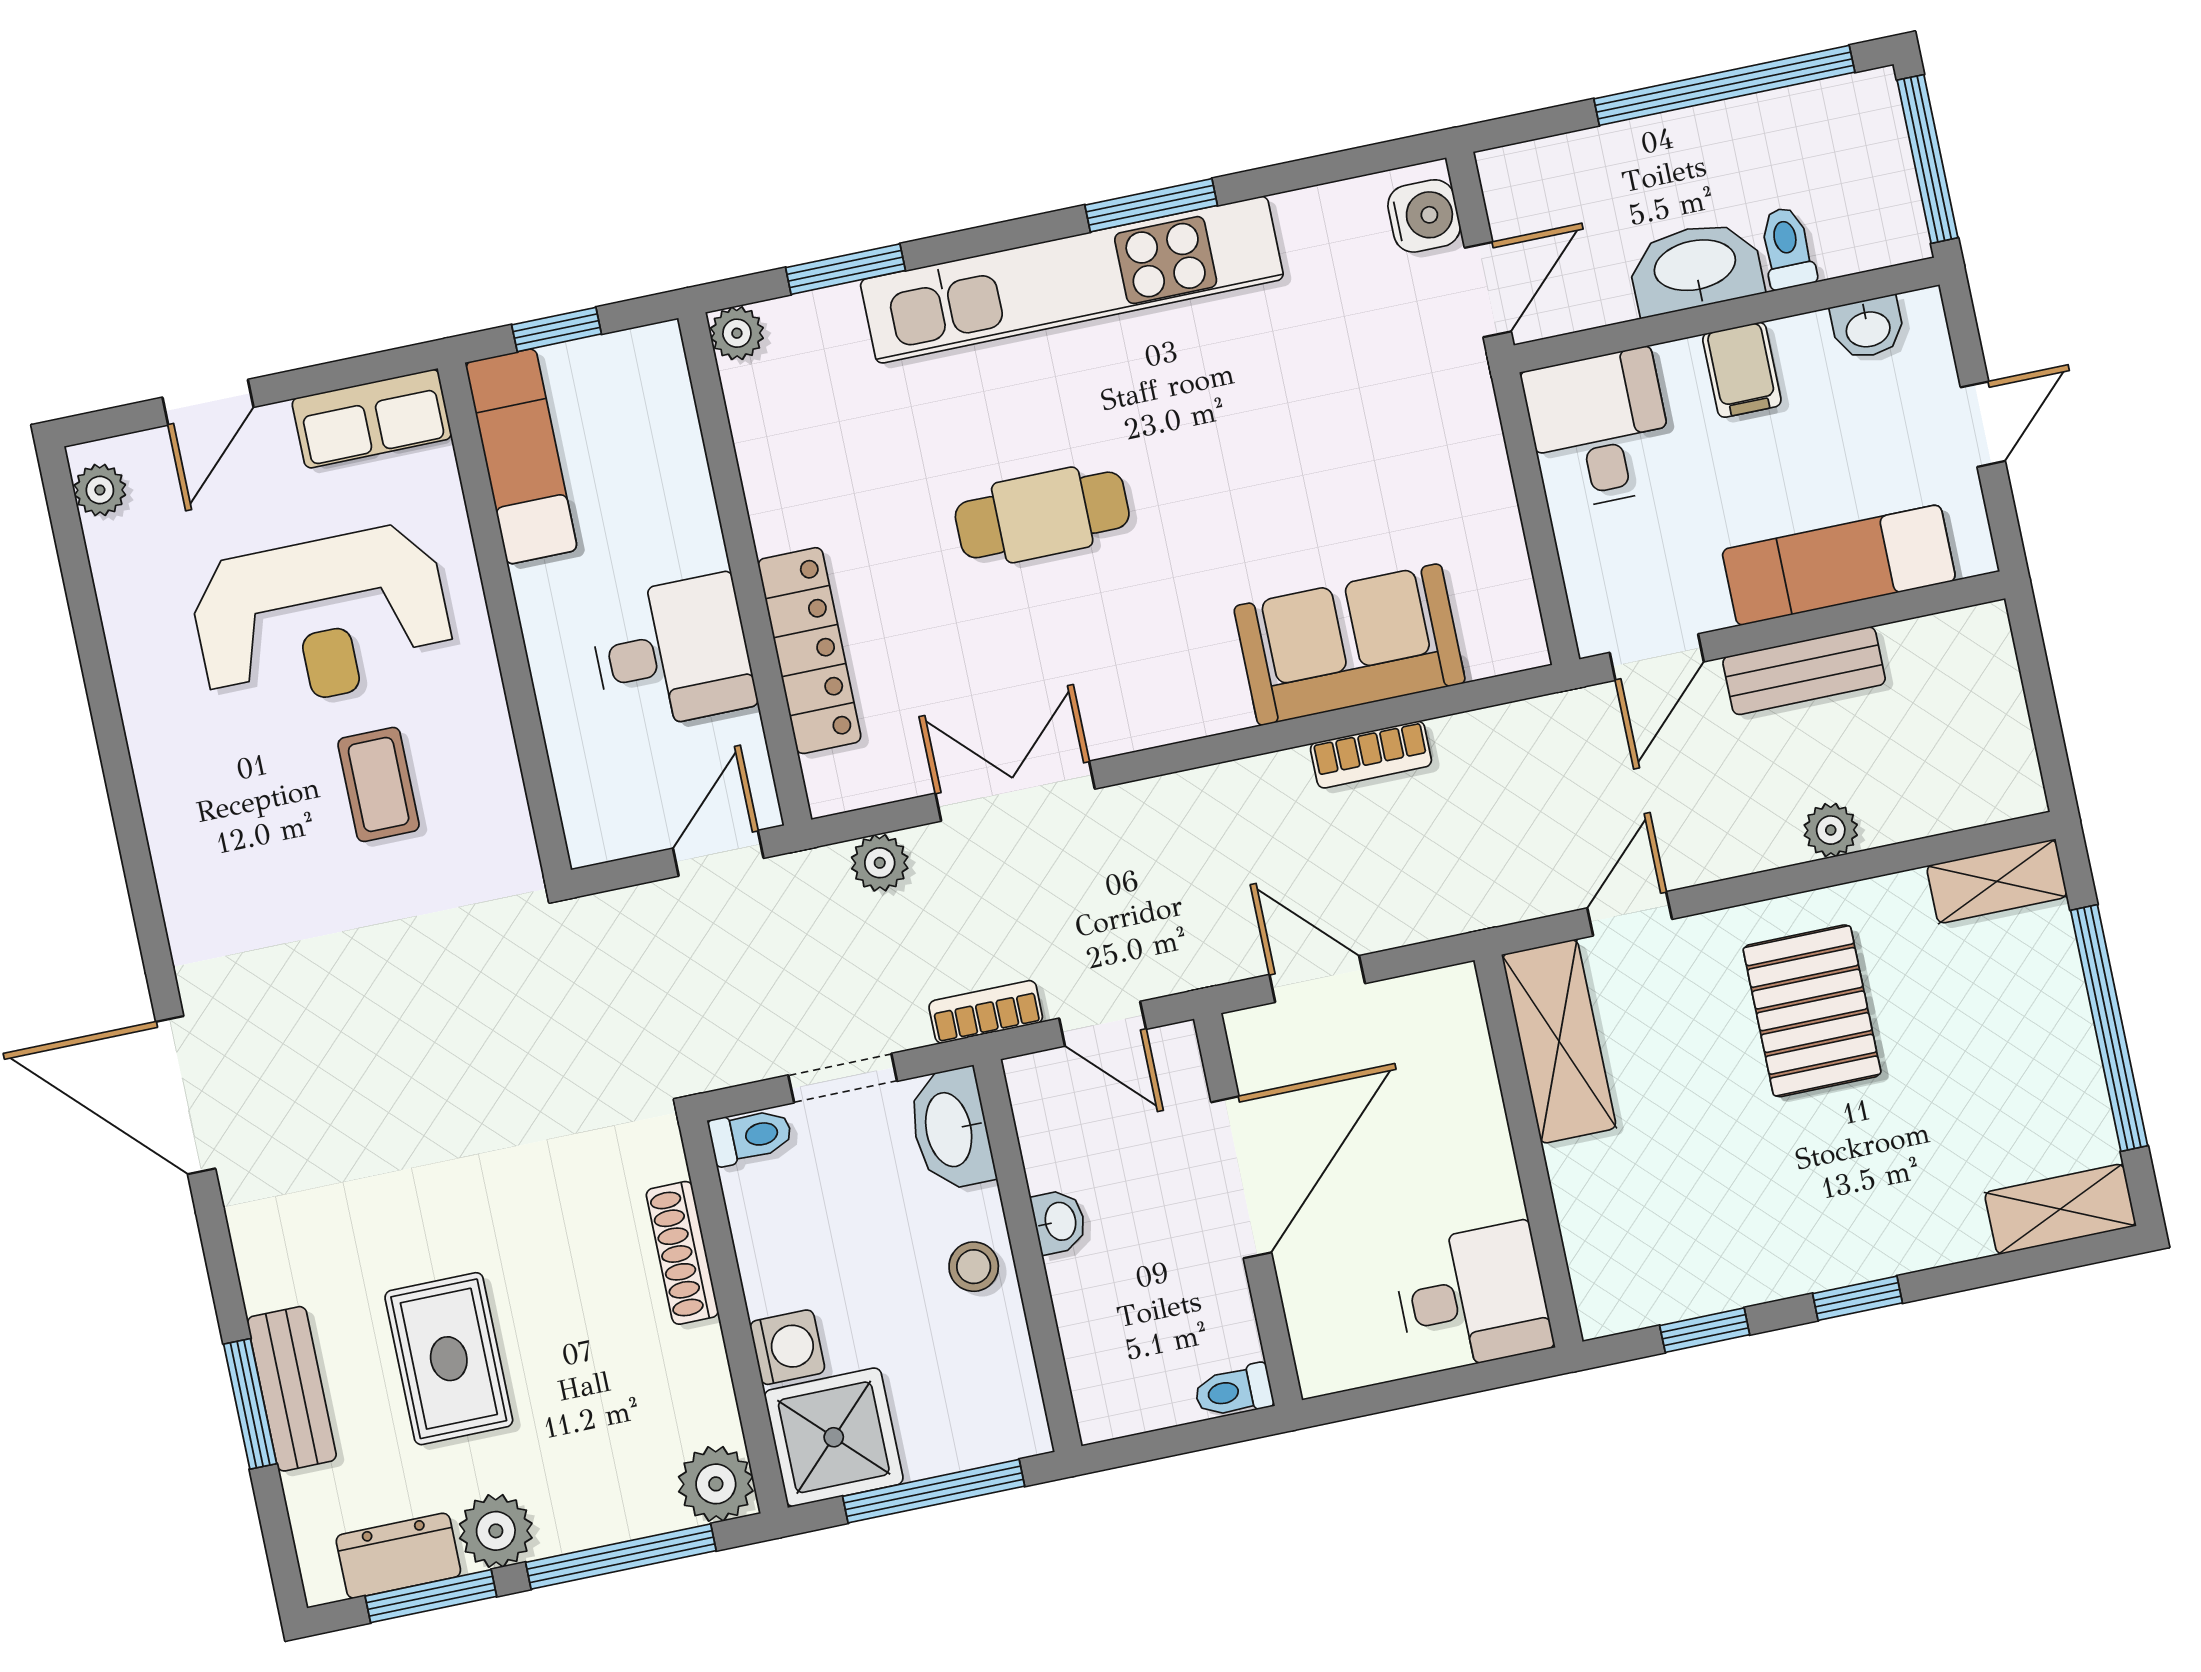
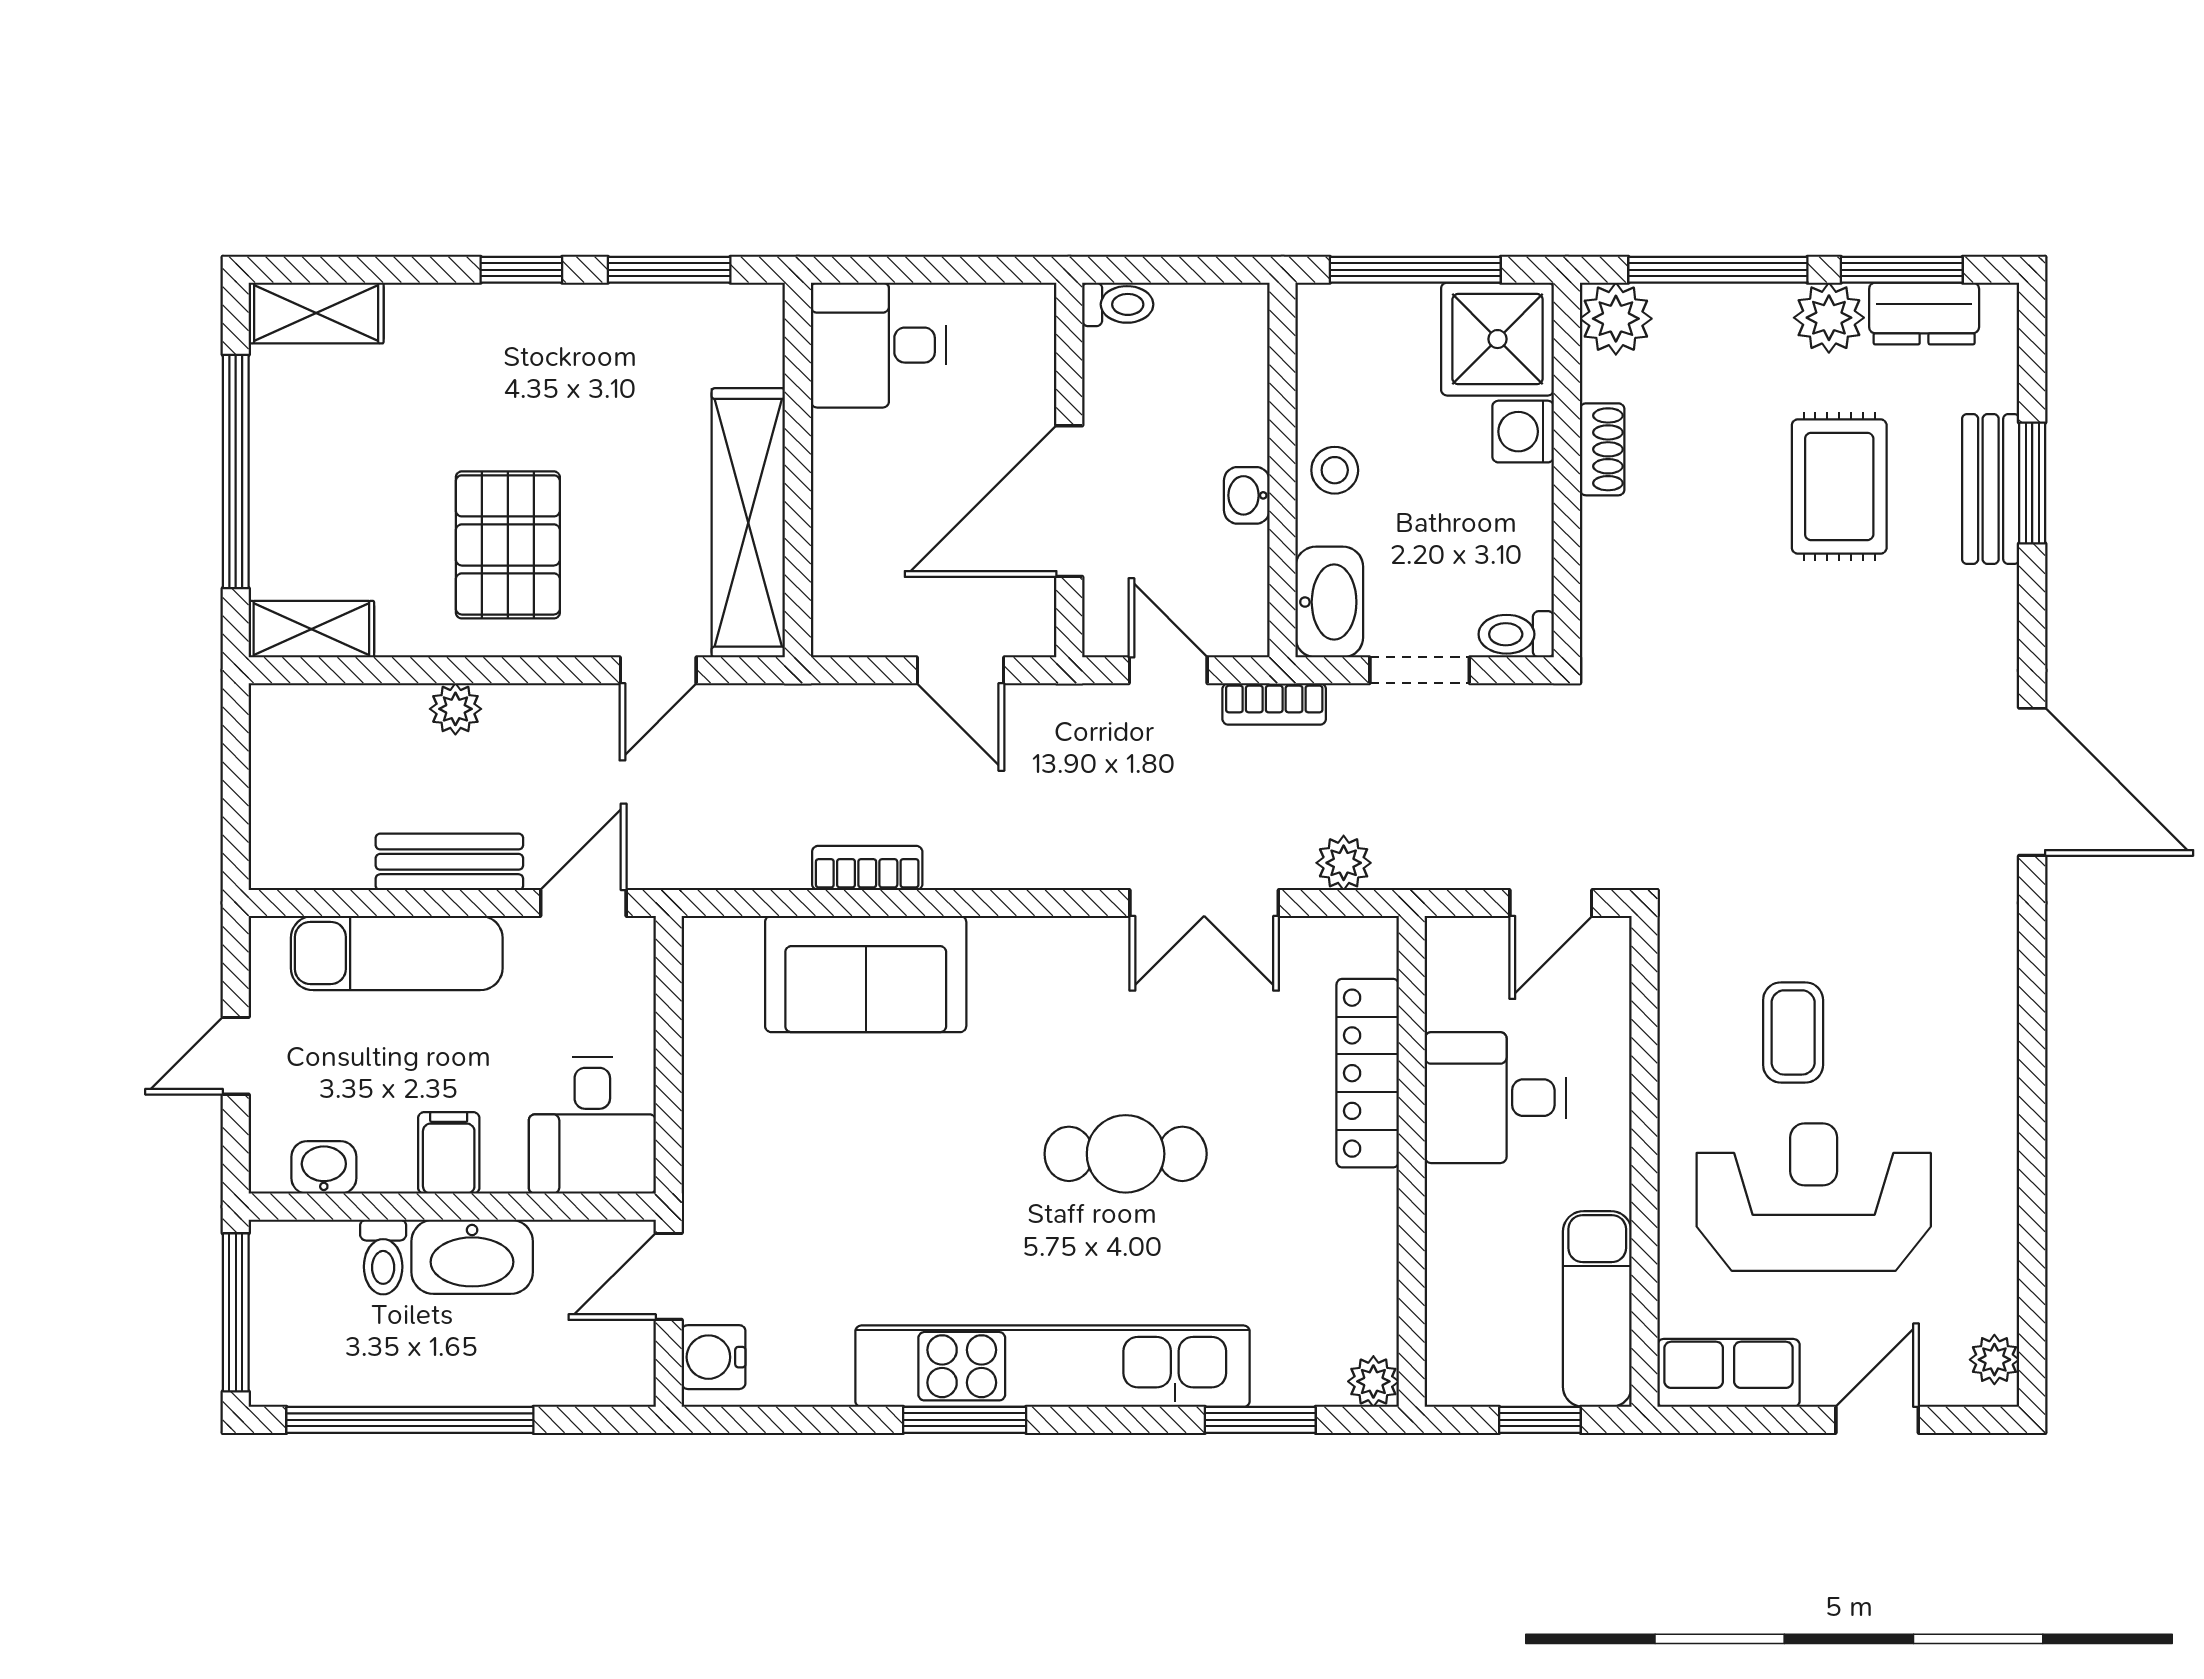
door: (718, 853) -> (1551, 903), moved
shelving: (1559, 1041) -> (748, 523), width x1.47
shoe rack: (682, 1253) -> (1602, 449), moved, width x0.70
window: (1705, 1330) -> (669, 270), width x1.50

